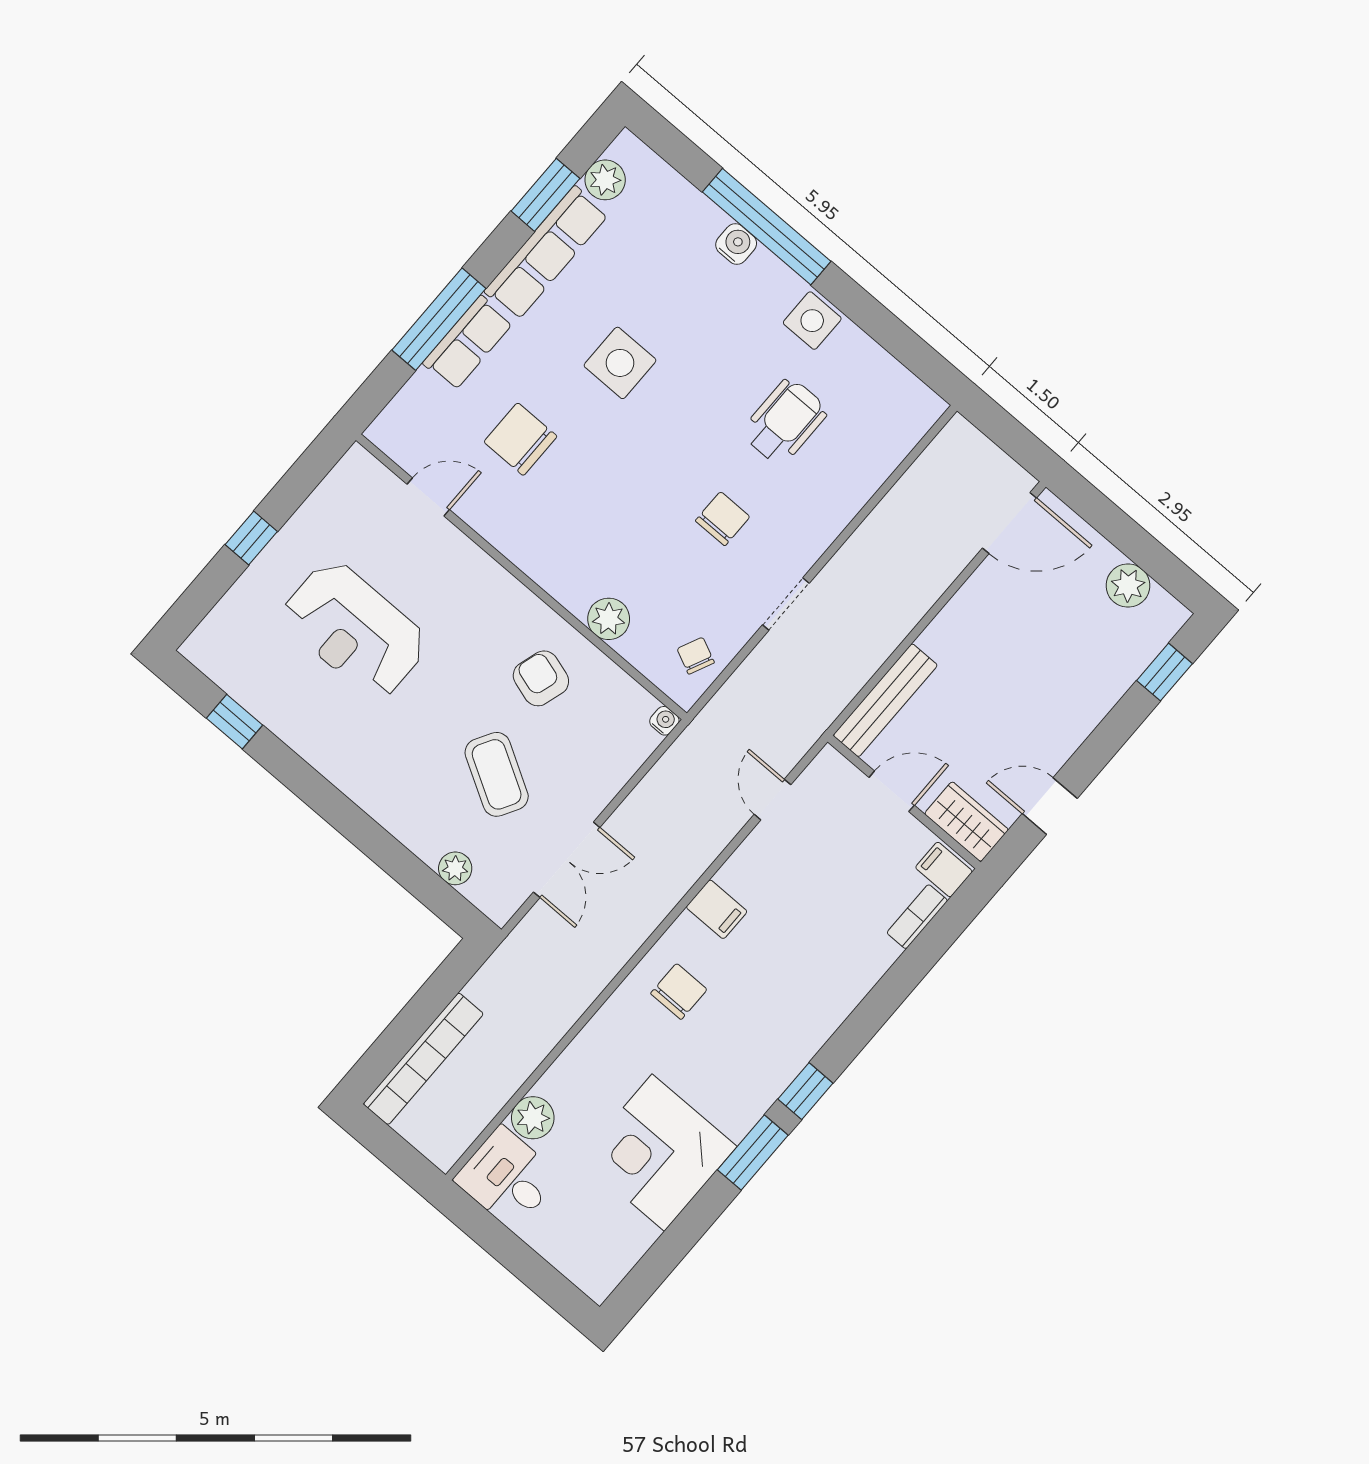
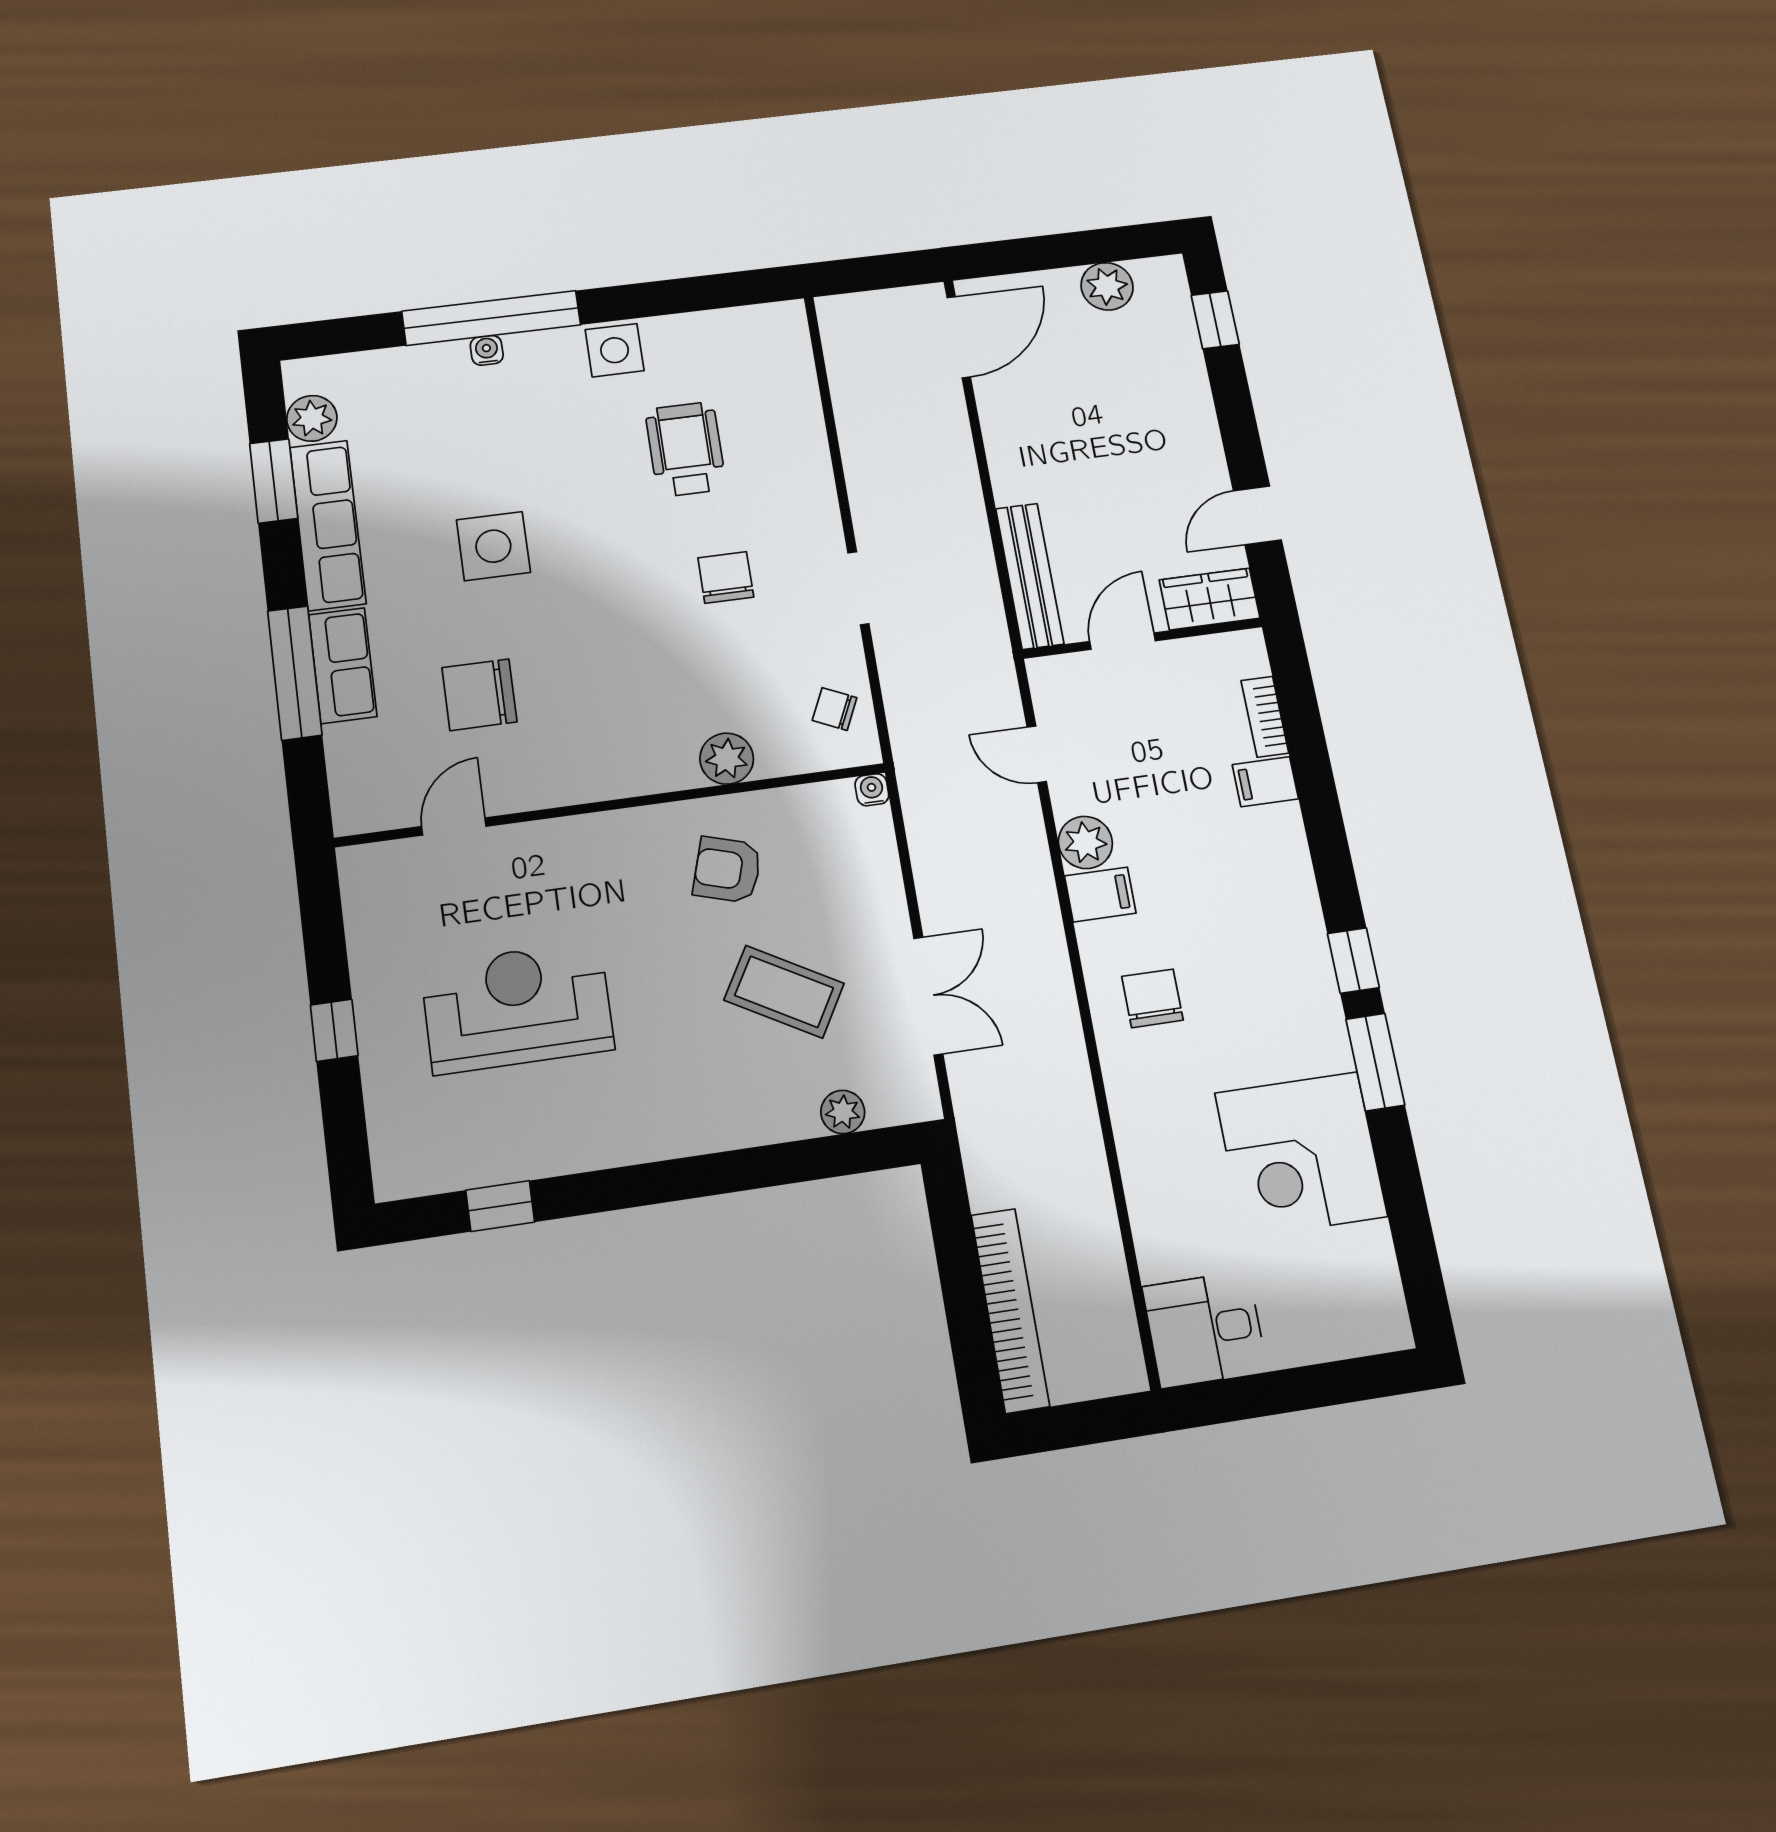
water cooler: (736, 244) -> (487, 350), width x0.72, depth x0.72
reception desk: (355, 630) -> (517, 1007), turned 180
filing cabinet: (944, 870) -> (1265, 782), moved
plant: (533, 1118) -> (1085, 842), moved

